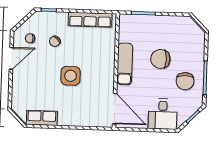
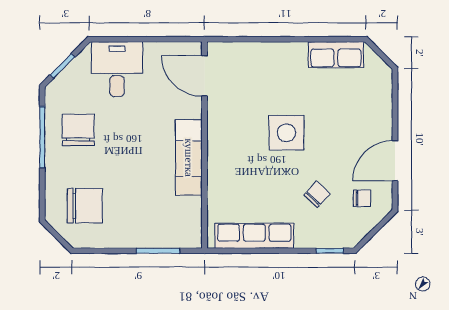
chair: (160, 59) -> (85, 206), moved
door: (115, 109) -> (204, 76), width x0.73

